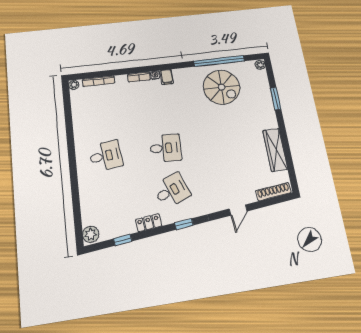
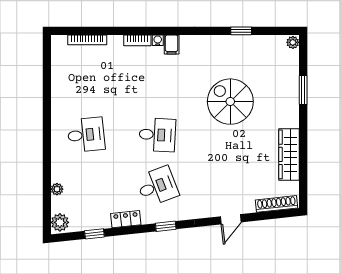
window: (219, 61) -> (241, 31), width x0.32
plant: (74, 85) -> (57, 189), moved
spiral stairs: (222, 87) -> (230, 102), moved, turned 180

